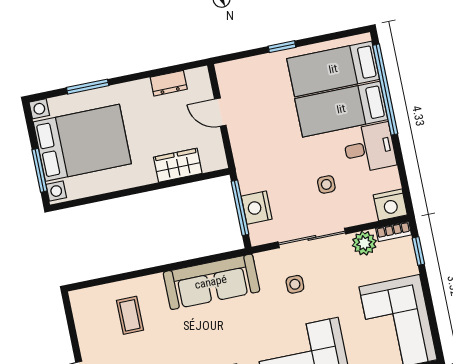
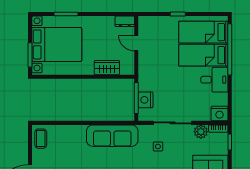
dresser: (169, 83) -> (125, 21), moved
side table: (326, 184) -> (187, 95), removed
coffee table: (130, 315) -> (41, 139), moved

